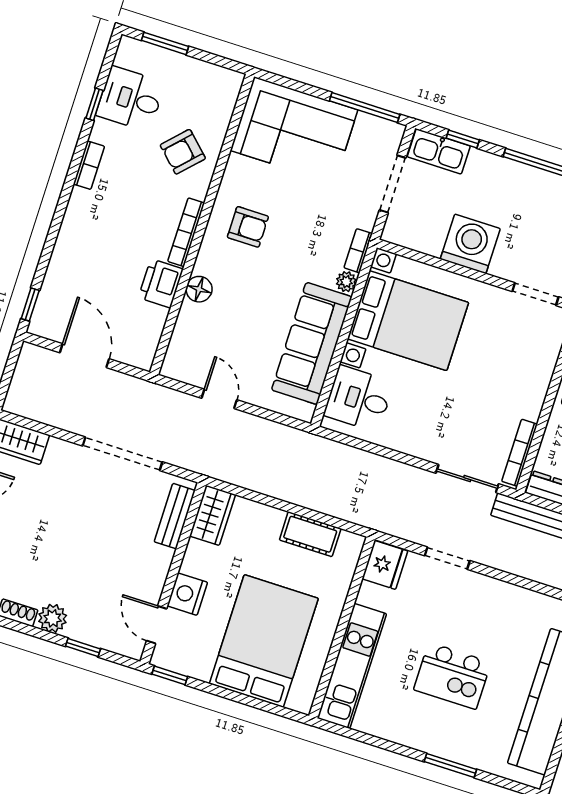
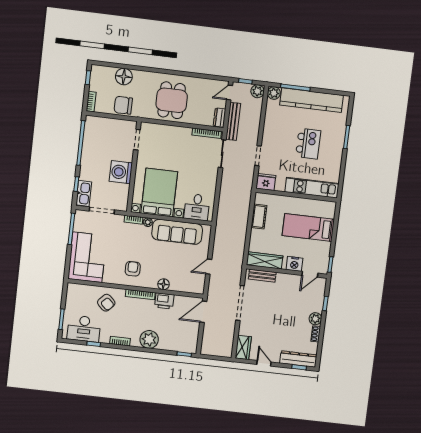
desk: (131, 99) -> (84, 329), width x1.37
plant: (80, 232) -> (149, 339), added
door: (85, 356) -> (203, 312), moved
wardrobe: (212, 515) -> (265, 260), width x1.50
bed: (264, 641) -> (308, 227), width x0.67

